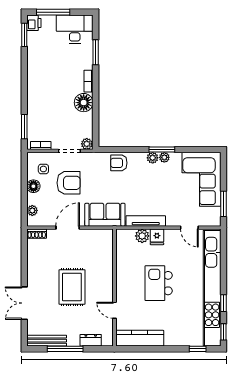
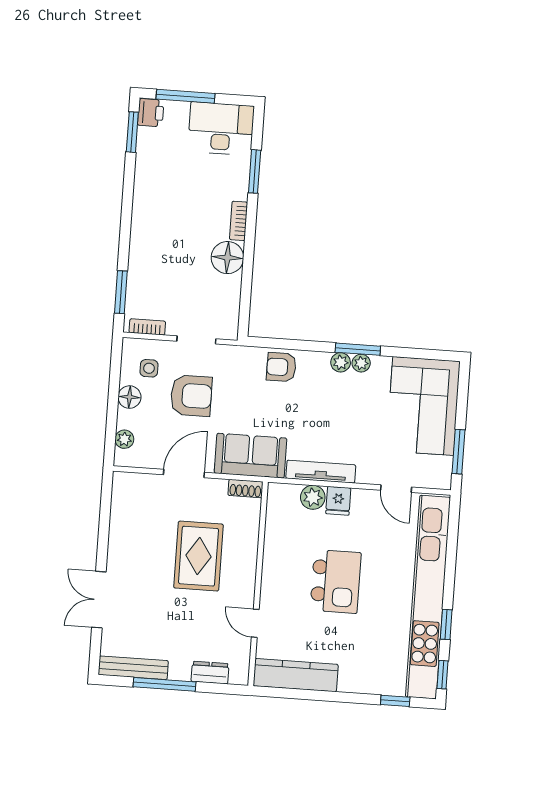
plant: (87, 144) -> (228, 330), removed
shoe rack: (37, 234) -> (245, 489), moved
kitchen island: (159, 283) -> (336, 581), turned 180
rug: (72, 287) -> (198, 556), moved

